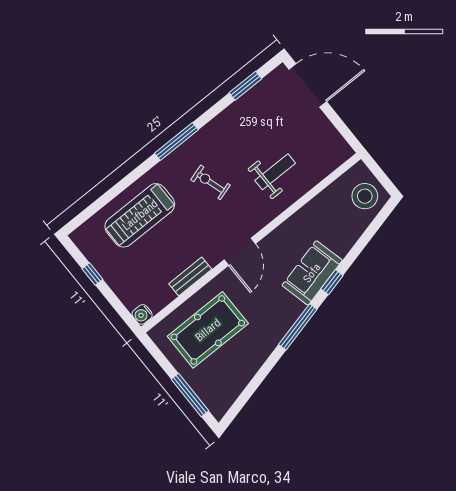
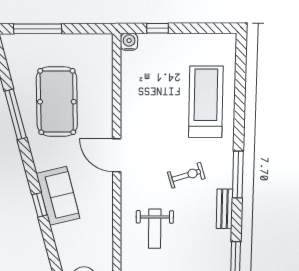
window: (92, 274) -> (157, 28), moved
bench: (190, 276) -> (224, 209), moved
window: (298, 327) -> (15, 115), moved
pool table: (208, 330) -> (57, 102), moved

